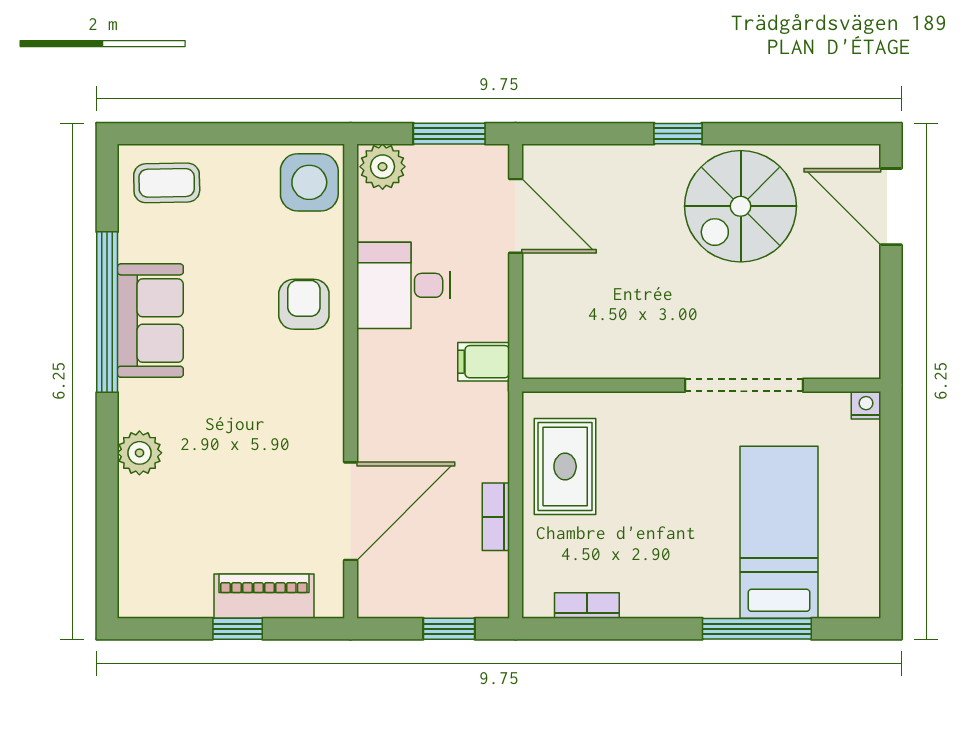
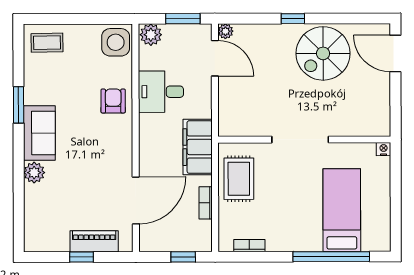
plant: (538, 160) -> (225, 31), added
window: (107, 312) -> (19, 105), width x0.47
sofa: (150, 321) -> (39, 133), moved
filing cabinet: (484, 362) -> (198, 147), width x3.00, depth x1.17
doorway: (744, 385) -> (300, 140), moved
window: (757, 629) -> (331, 257), width x1.46

